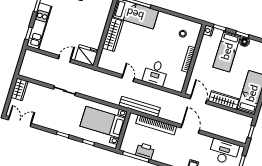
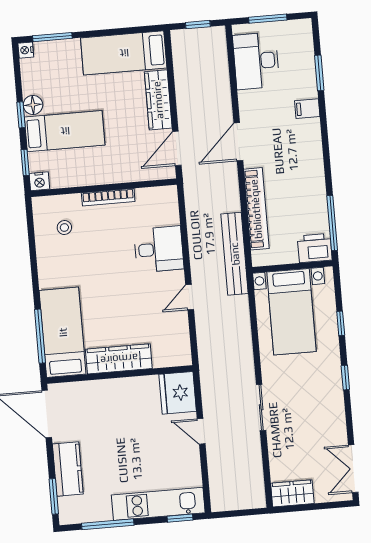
printer: (145, 151) -> (315, 248), moved, turned 90

